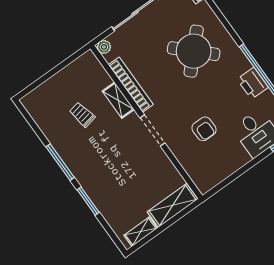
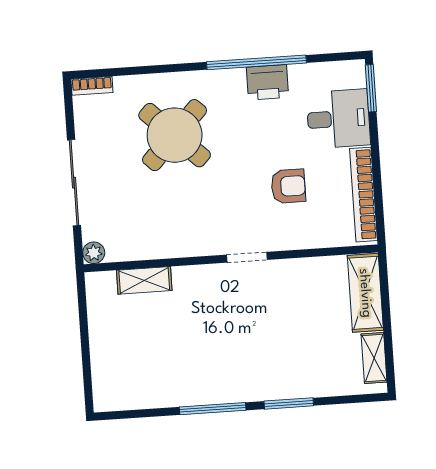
bookcase: (131, 85) -> (363, 195), moved, turned -90
shelving: (118, 100) -> (144, 280), moved
trolley: (82, 115) -> (167, 339), removed
doorway: (152, 130) -> (247, 257), width x0.73

